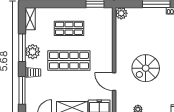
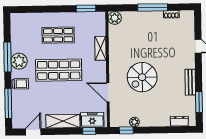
shelving: (30, 19) -> (100, 48), moved

